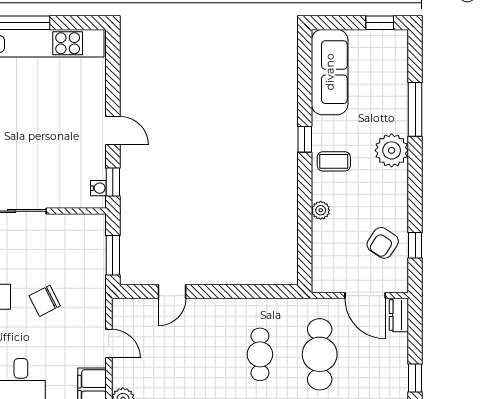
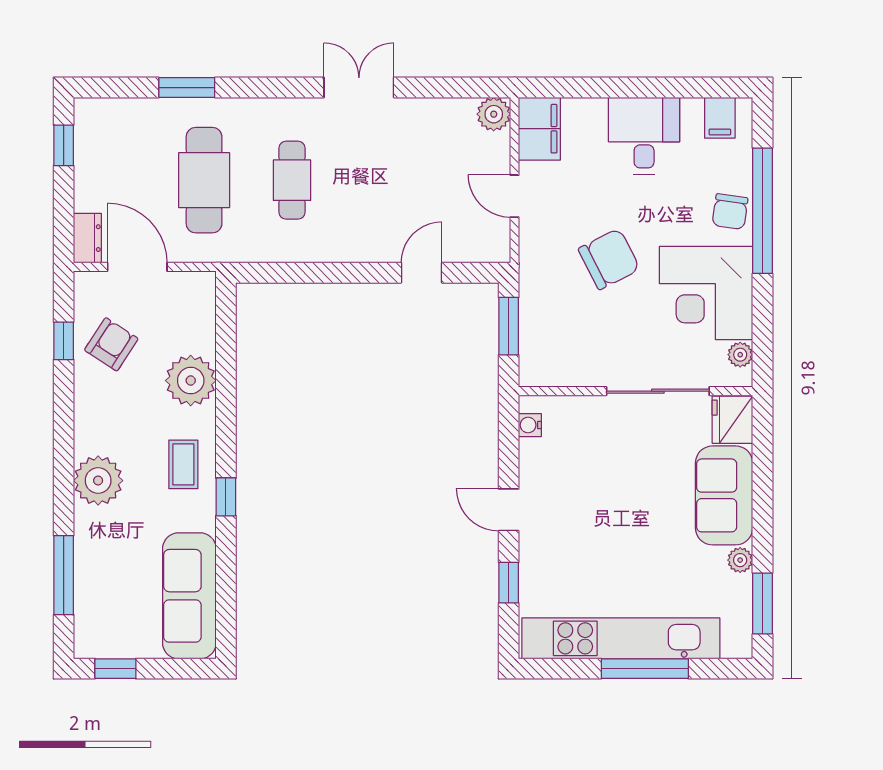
window: (415, 109) -> (64, 575), moved
coffee table: (334, 161) -> (183, 464), turned 90
window: (113, 182) -> (509, 583), moved
plant: (321, 210) -> (191, 381), width x1.88, depth x1.88
chair: (45, 301) -> (609, 259), width x1.37, depth x1.37

